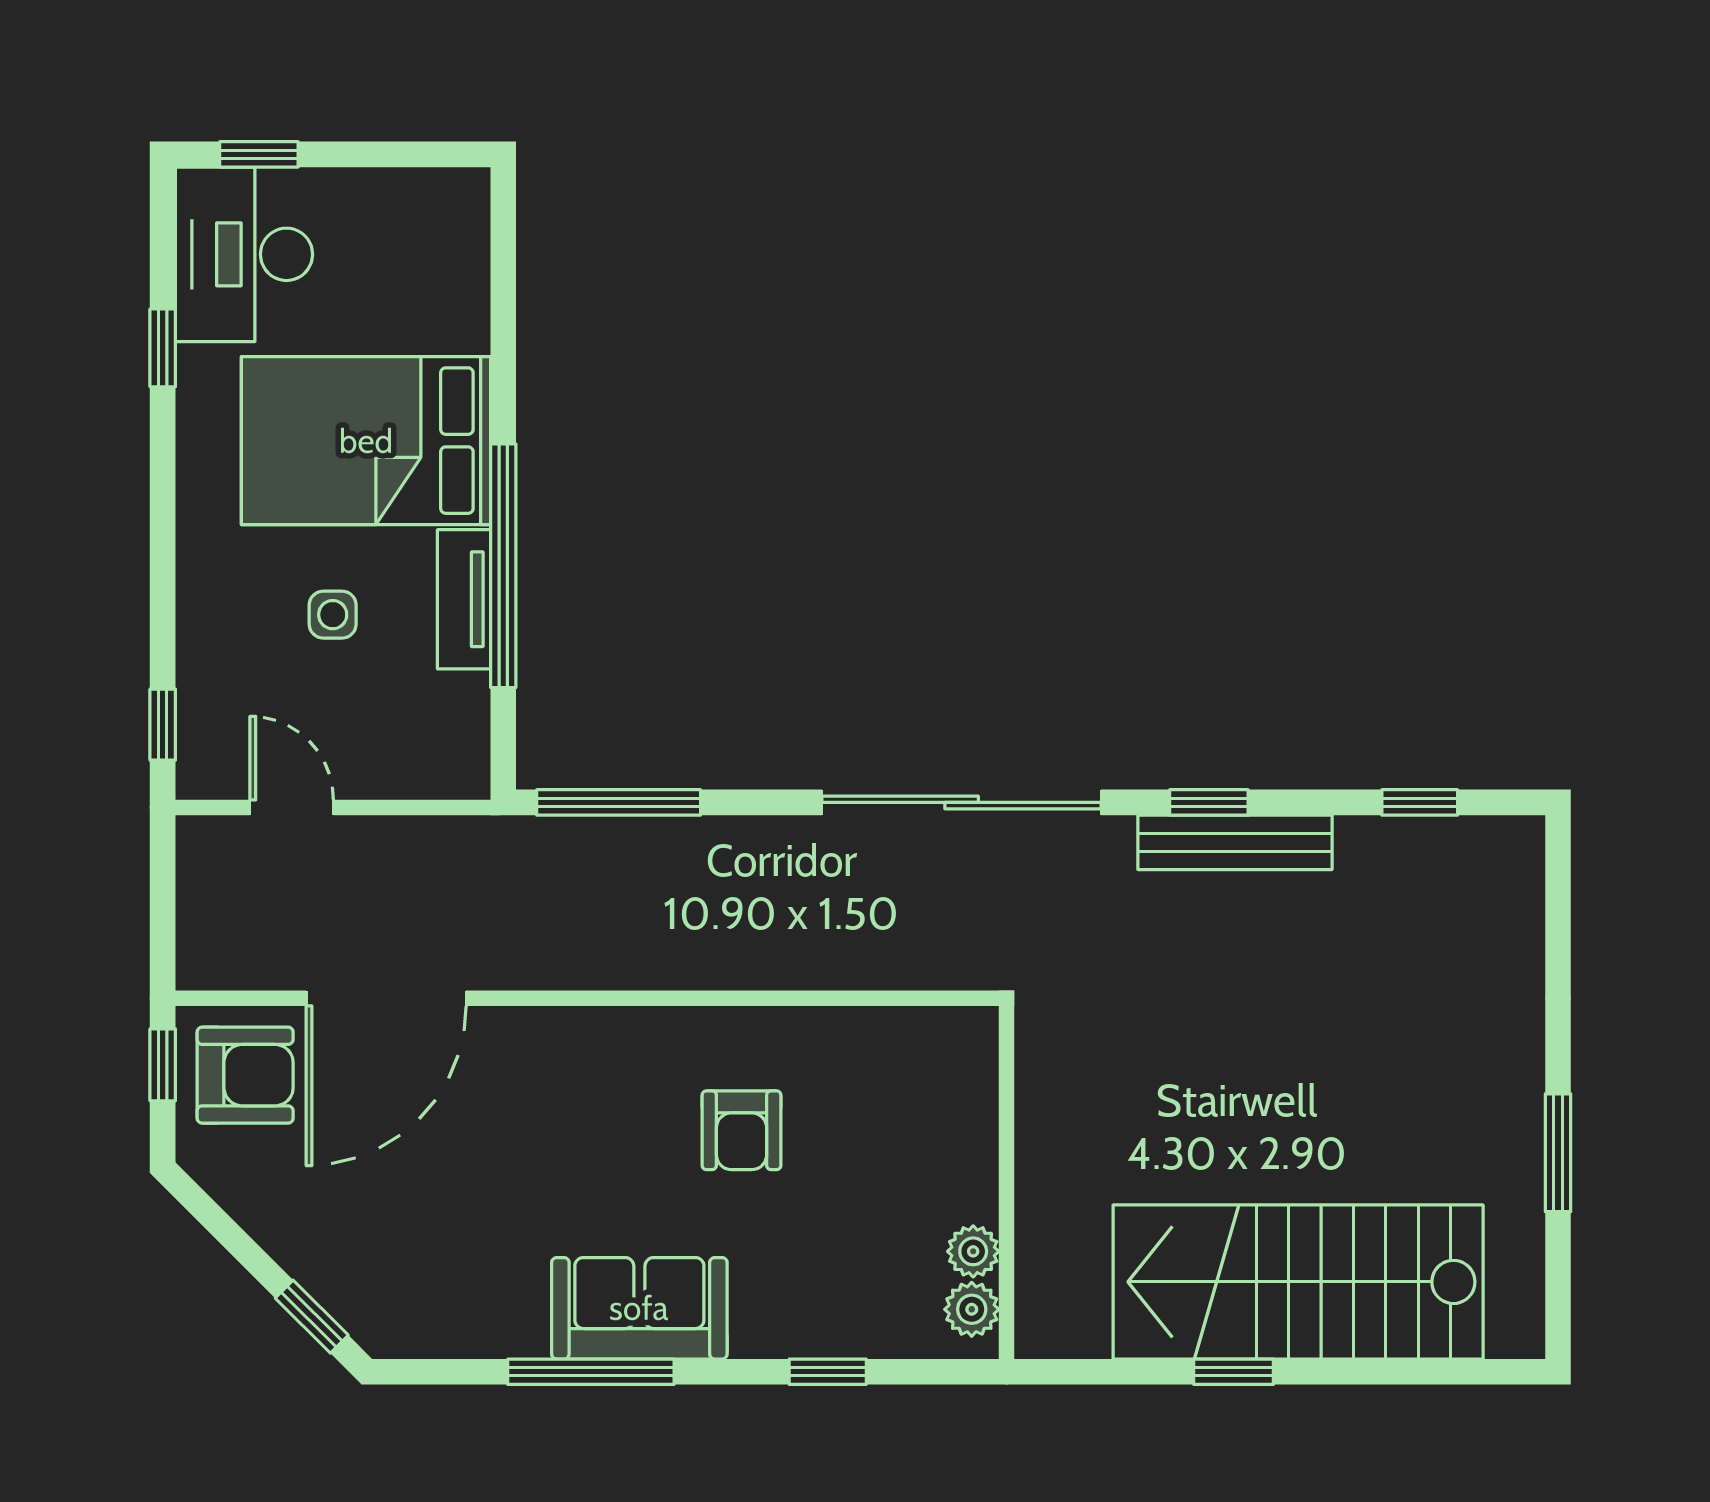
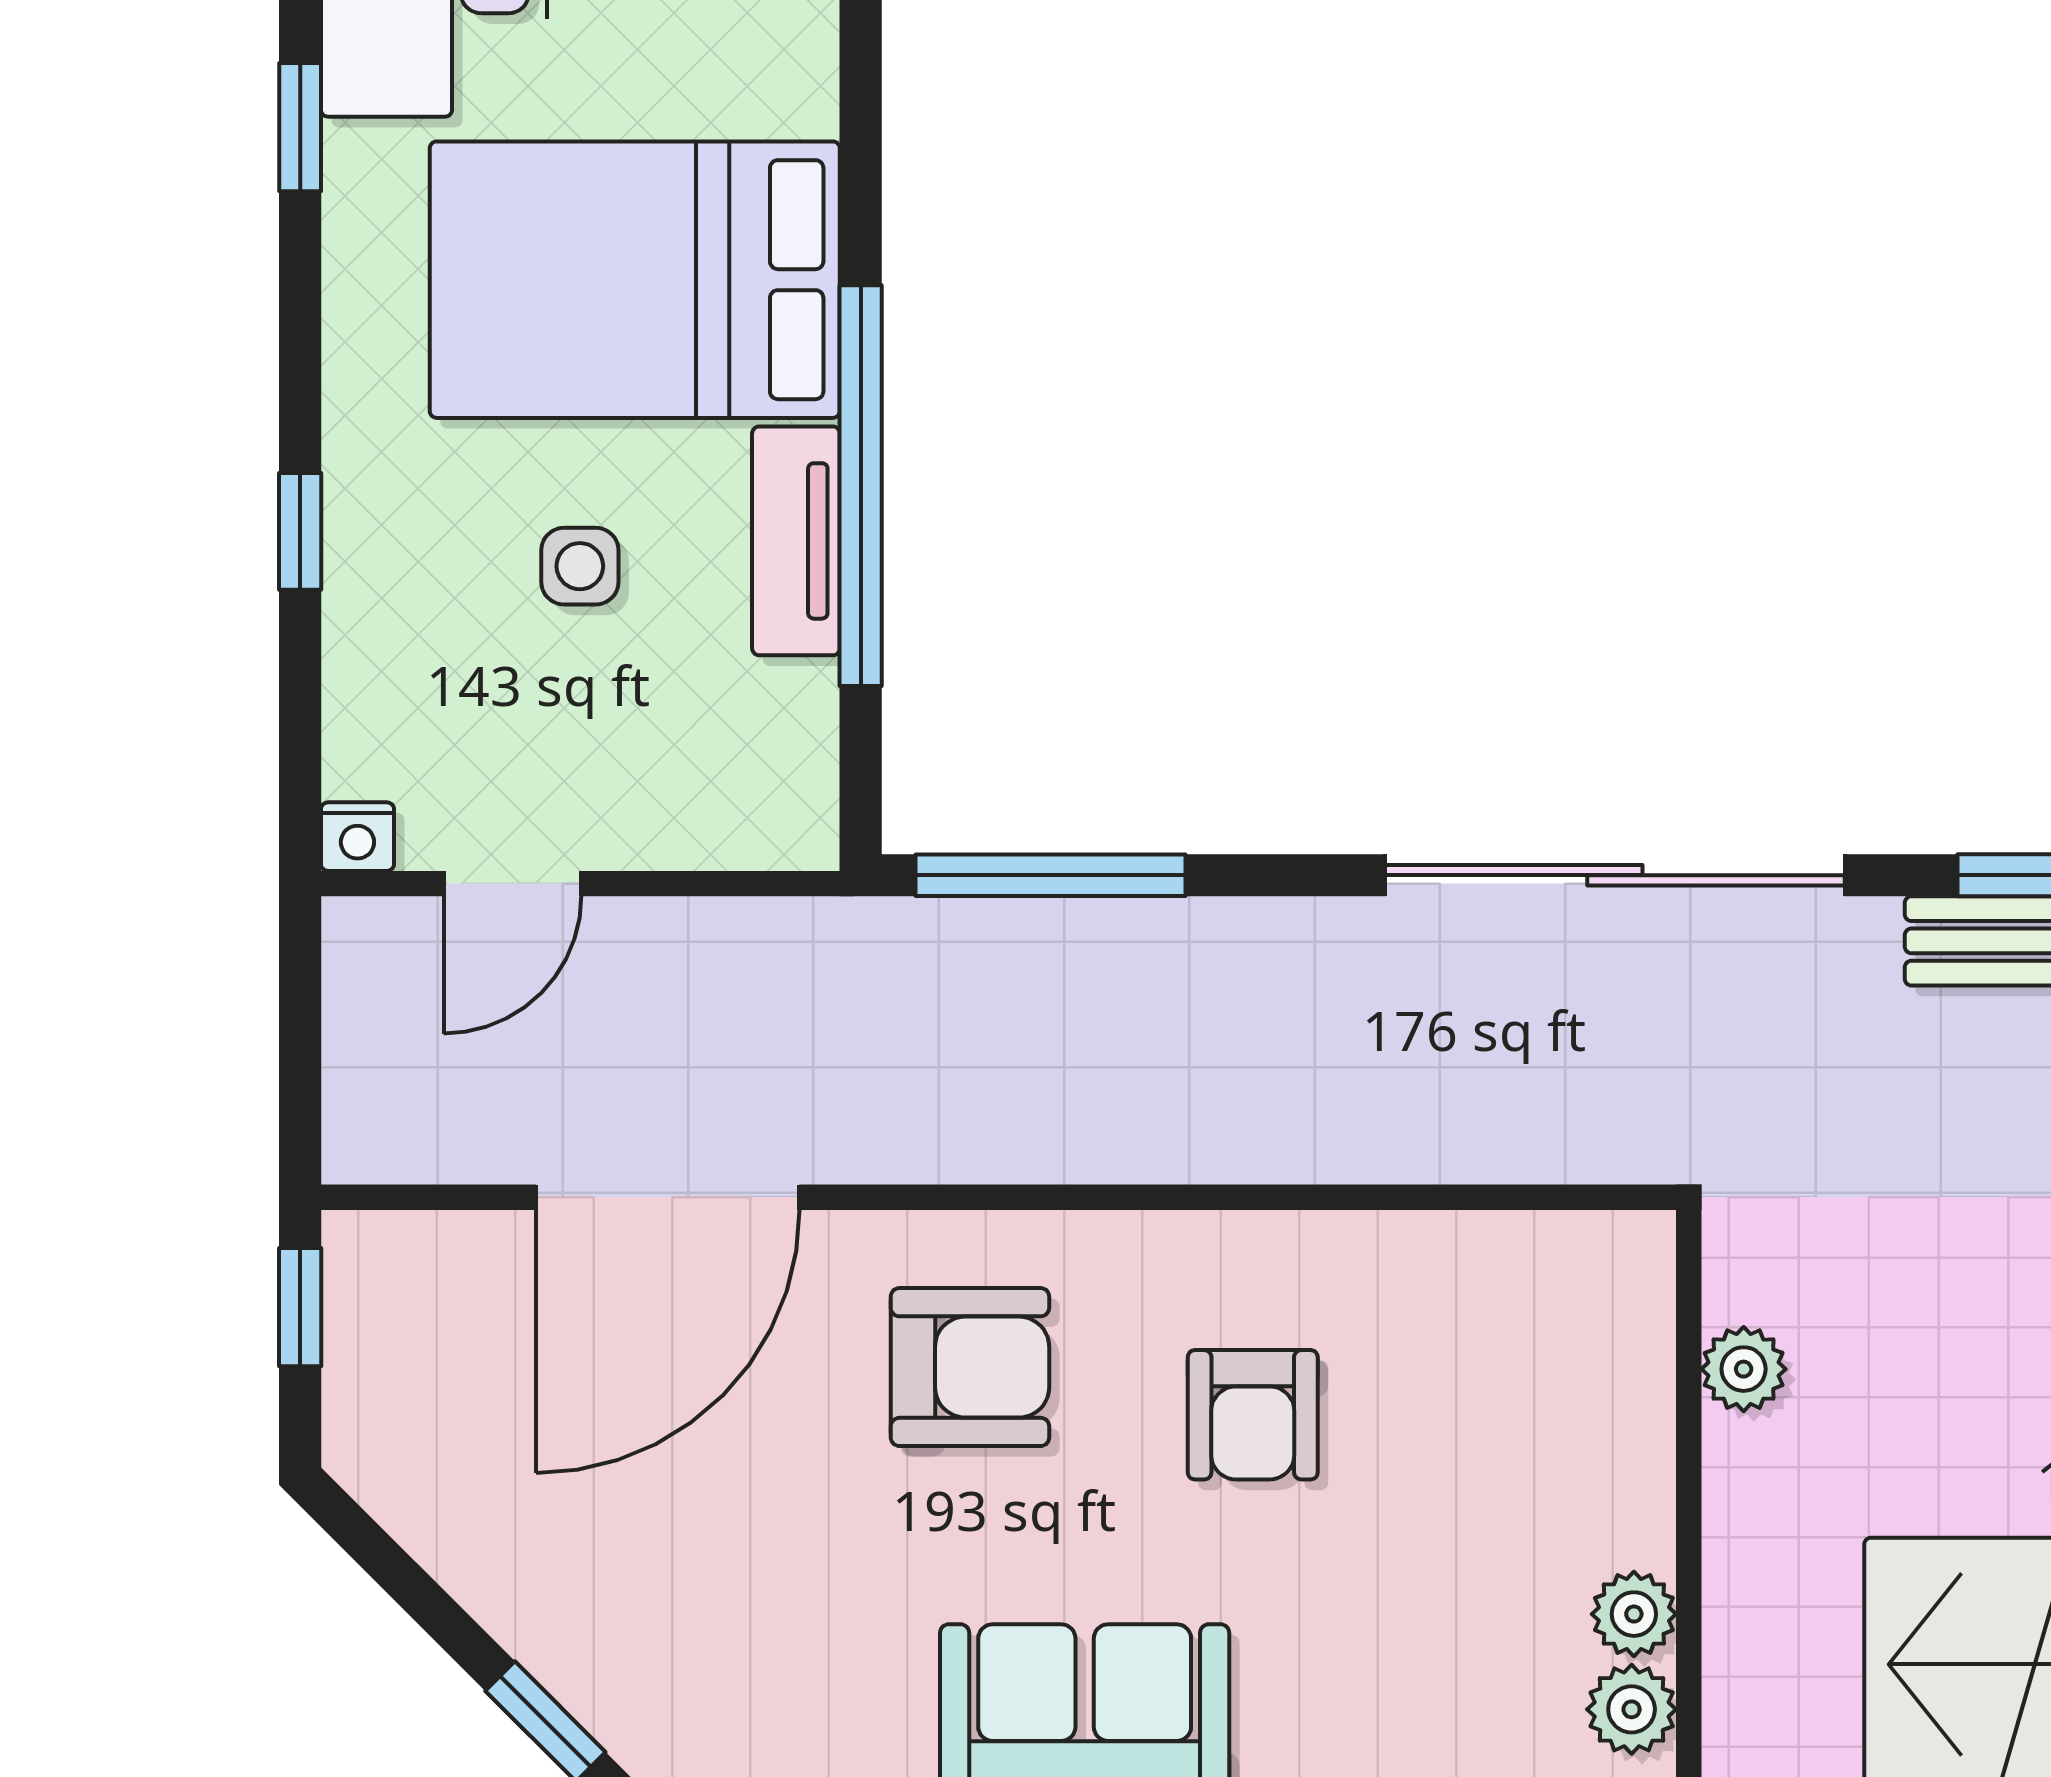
window: (163, 725) -> (300, 531), moved
nightstand: (198, 779) -> (357, 837), added
door: (292, 808) -> (512, 884), swing flipped
armchair: (245, 1075) -> (970, 1367), moved
plant: (1040, 1103) -> (1744, 1369), added

